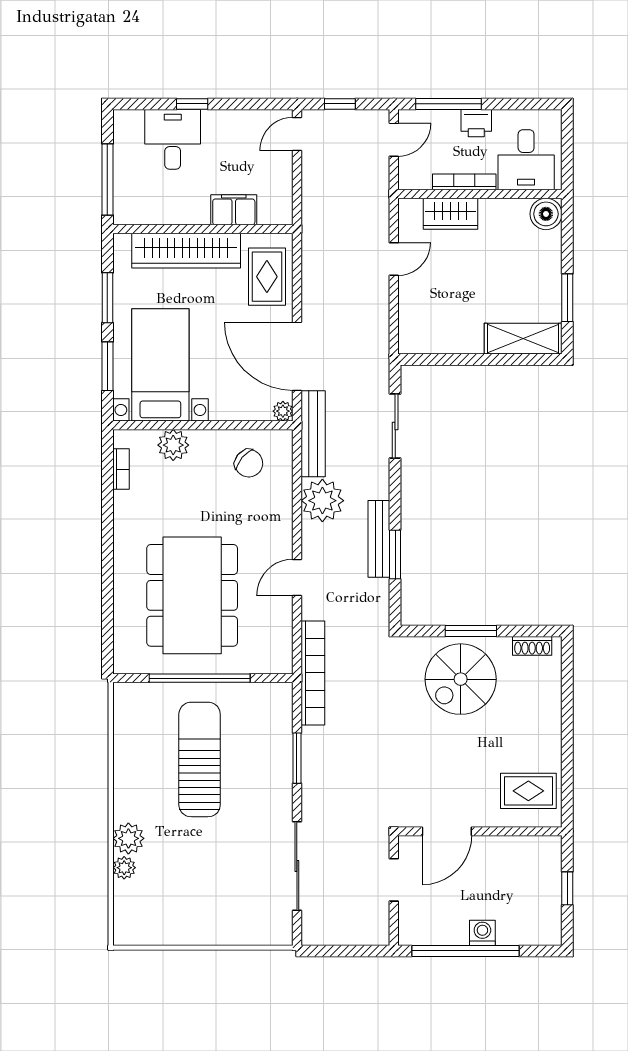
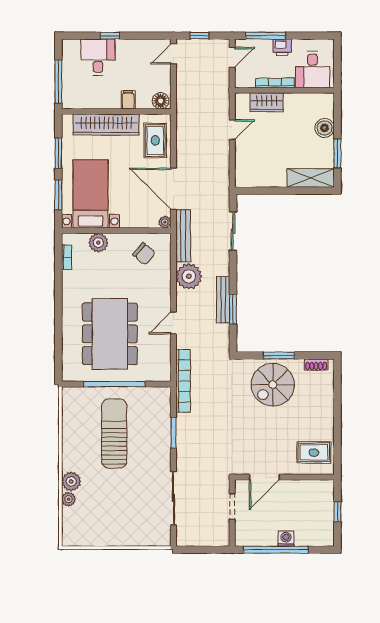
filing cabinet: (234, 210) -> (128, 100), width x0.50
floor lamp: (276, 211) -> (161, 101), added
boiler: (546, 214) -> (325, 128), moved

